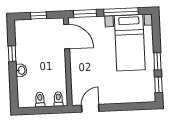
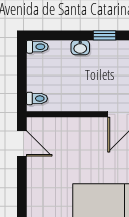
toilet: (40, 100) -> (37, 47), moved

